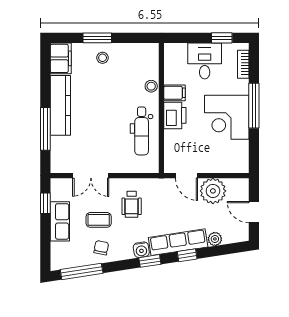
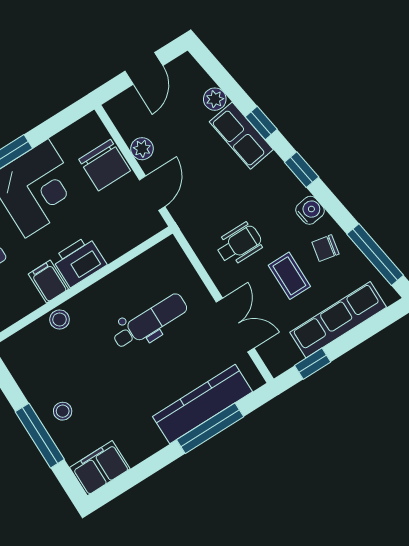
window: (97, 38) -> (40, 436), width x1.44
kitchen counter: (60, 105) -> (203, 404), moved
dental chair: (142, 131) -> (150, 321), moved
chair: (217, 160) -> (105, 165), added
plant: (213, 191) -> (142, 149), width x0.53, depth x0.53
row of seats: (60, 221) -> (338, 320), width x1.48
row of seats: (178, 242) -> (241, 136), width x0.68
water cooler: (141, 250) -> (310, 210), moved

